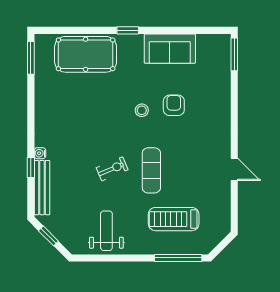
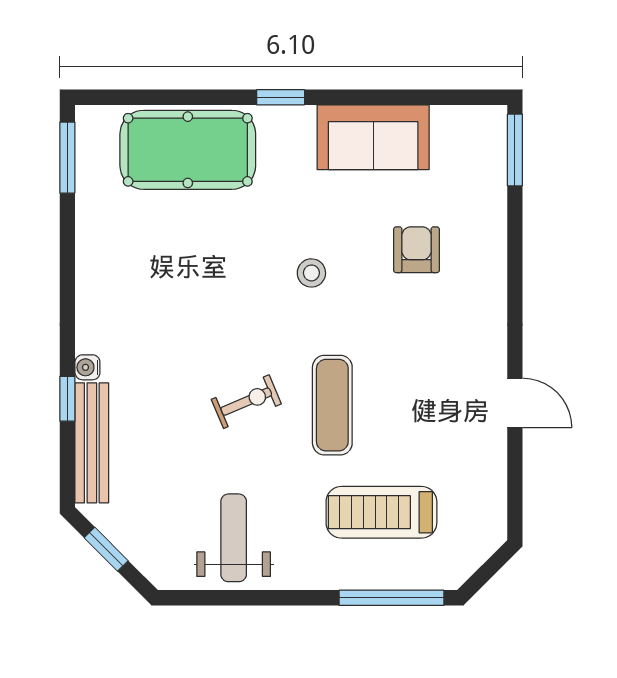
armchair: (174, 105) -> (416, 250), moved

